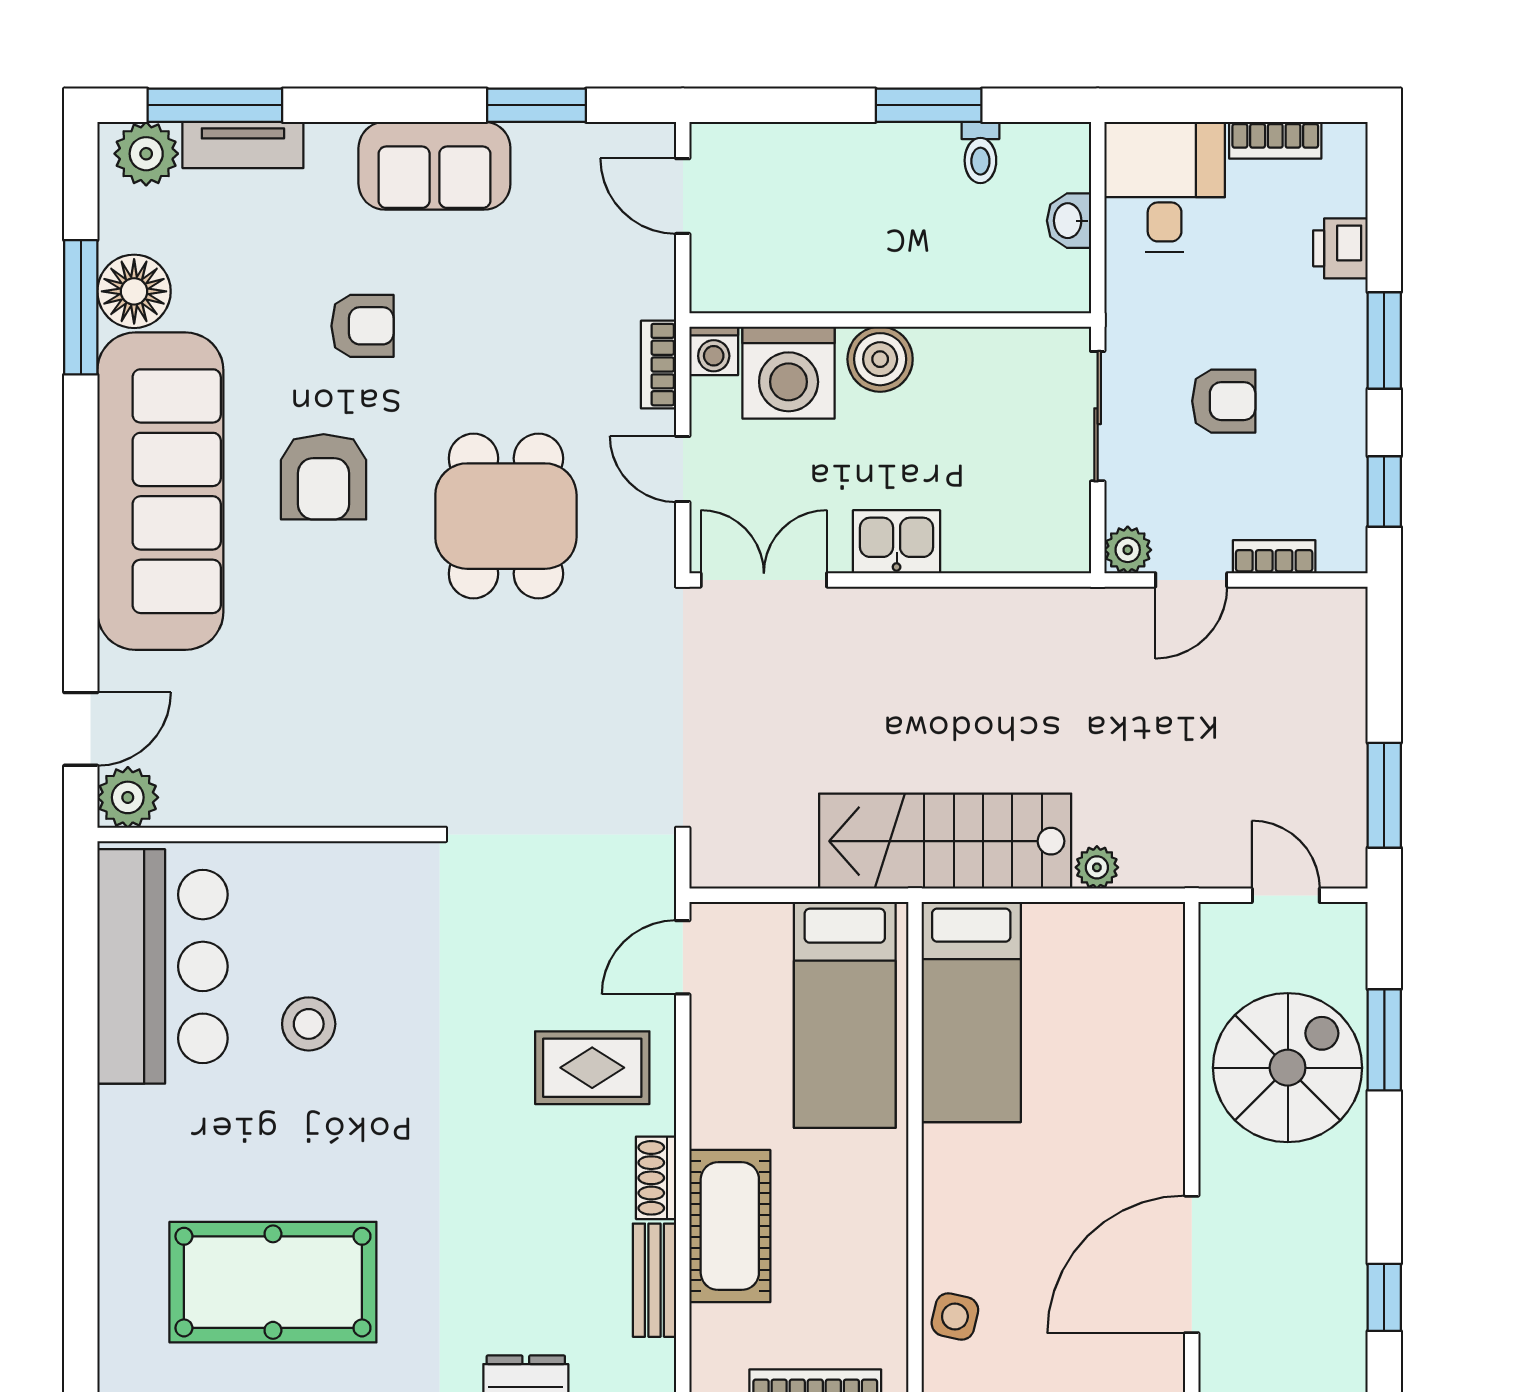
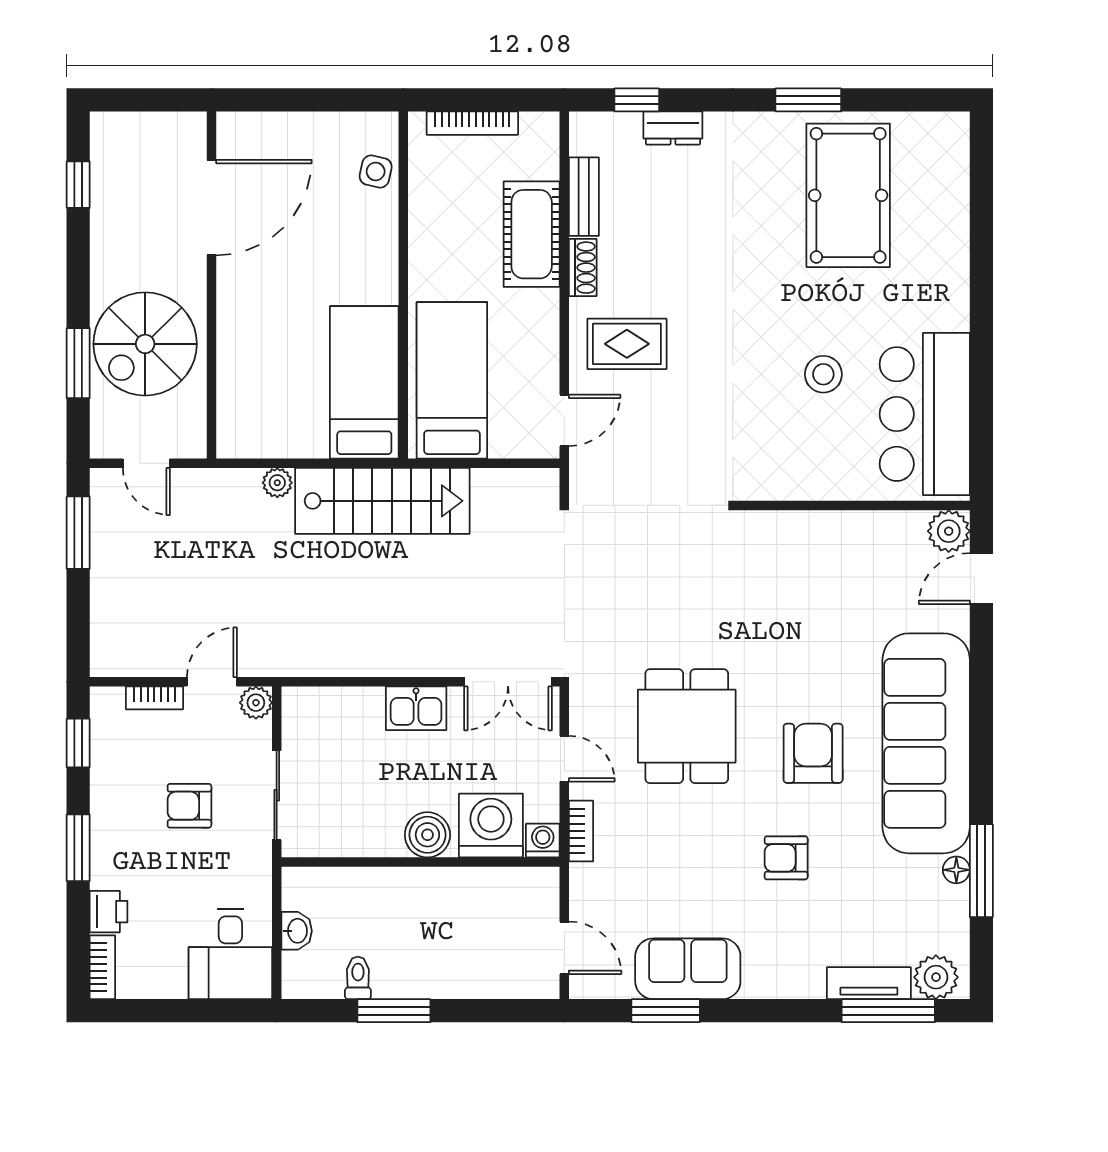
bookcase: (1275, 140) -> (102, 967), moved, turned 90
sofa: (434, 166) -> (688, 969), moved
floor lamp: (134, 291) -> (956, 870), width x0.53, depth x0.53
pool table: (273, 1282) -> (848, 195), turned 90

